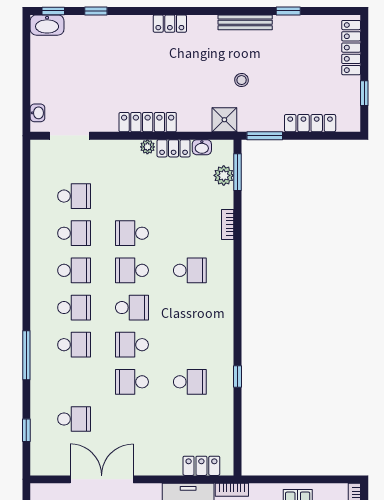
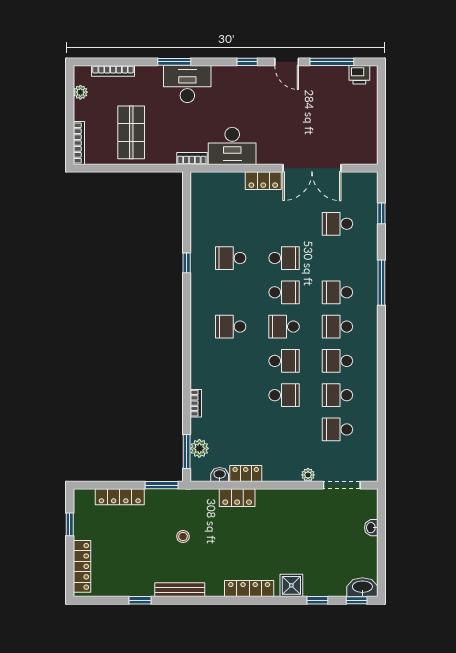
locker: (170, 24) -> (249, 589), width x1.53
washbasin: (37, 113) -> (371, 528), moved
shower: (224, 120) -> (291, 585), moved
locker: (148, 122) -> (237, 498), moved, width x0.66
plant: (147, 147) -> (308, 475), moved
school desk: (190, 270) -> (231, 327), moved
locker: (201, 466) -> (263, 181), moved

